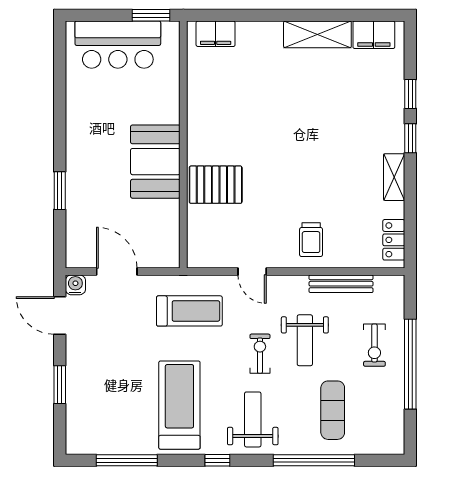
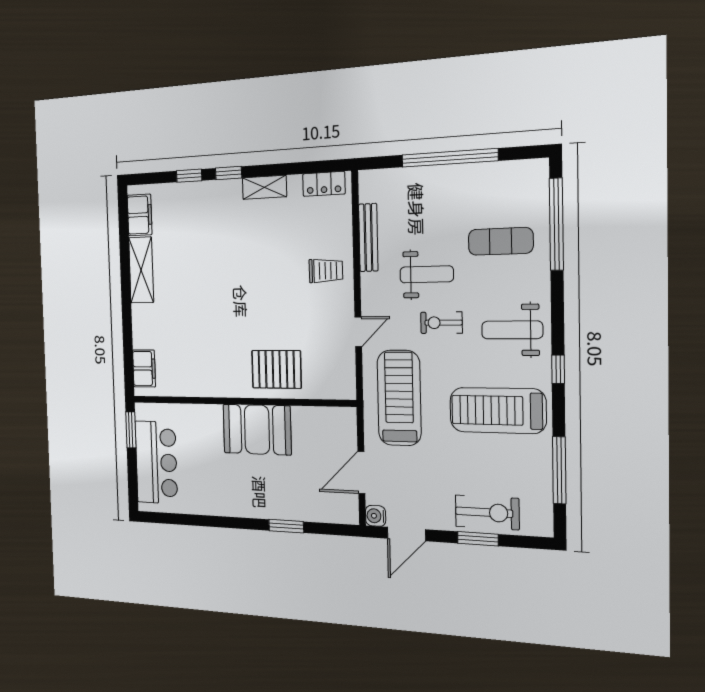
pallet: (216, 185) -> (276, 369), turned 90
treadmill: (189, 311) -> (399, 398), width x1.37, depth x1.37
exercise bike: (374, 345) -> (487, 512), moved, width x1.38, depth x1.39
window: (314, 460) -> (556, 224), moved

